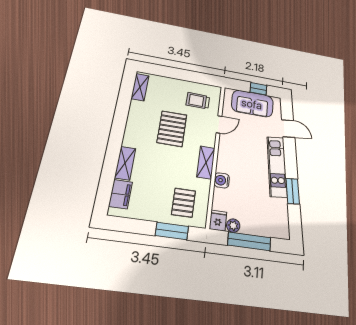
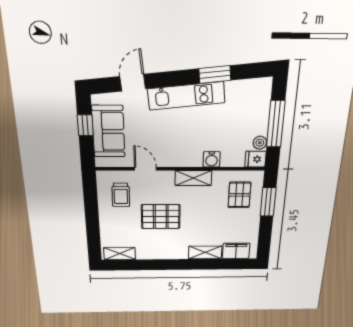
pallet: (184, 203) -> (239, 195), turned 90

